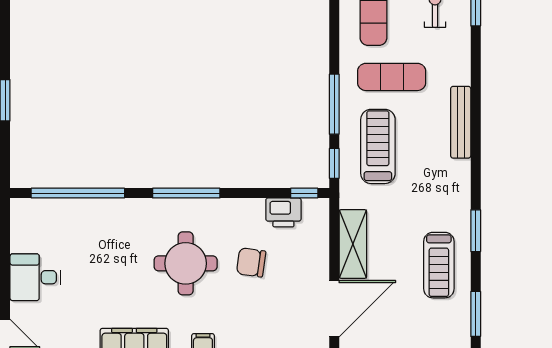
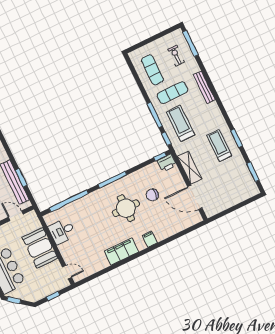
bench: (461, 122) -> (204, 87), moved
printer: (283, 212) -> (167, 163), moved
treadmill: (439, 265) -> (219, 146), moved, turned 180
desk: (35, 277) -> (62, 231), moved
door: (334, 309) -> (195, 197), swing flipped

